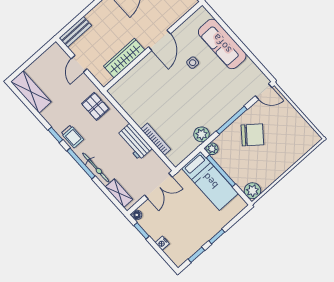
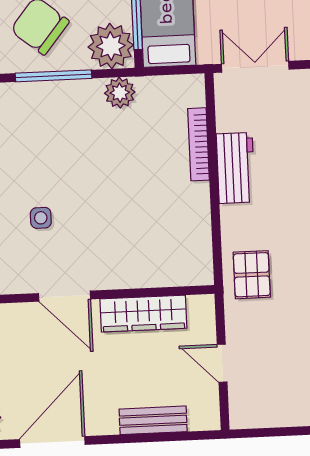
bench: (75, 32) -> (153, 420), moved
door: (159, 40) -> (65, 296), swing flipped
door: (79, 64) -> (222, 363), swing flipped
plant: (212, 149) -> (111, 46), width x1.88, depth x1.88

